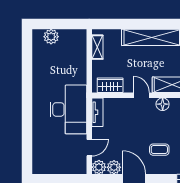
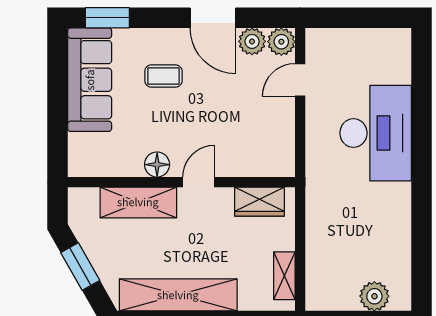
door: (141, 95) -> (199, 182), swing flipped
desk: (68, 109) -> (376, 133), moved, turned 180
tv unit: (97, 112) -> (284, 149), removed

